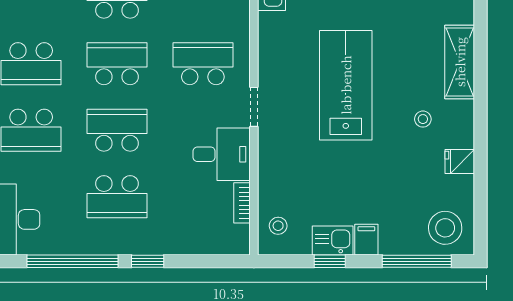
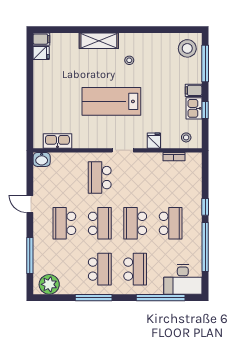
school desk: (117, 64) -> (100, 223), turned 180
desk: (222, 154) -> (148, 168), removed
fridge: (460, 161) -> (154, 141), moved, turned 180

